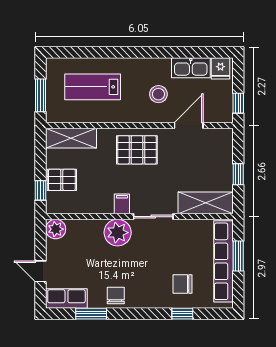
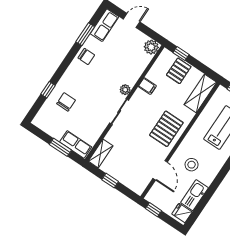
shelving: (206, 203) -> (101, 153), width x0.67, depth x0.75
filing cabinet: (122, 204) -> (147, 86), moved
plant: (118, 233) -> (125, 90), width x0.53, depth x0.53
row of seats: (223, 261) -> (76, 144), width x0.50

